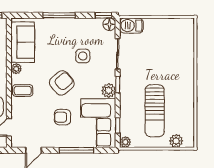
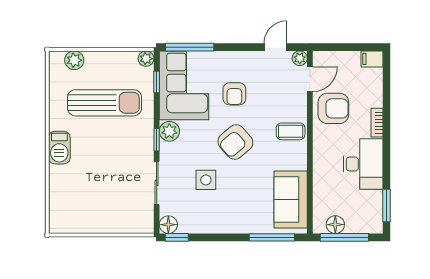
window: (59, 15) -> (272, 237), moved
barbecue: (131, 26) -> (59, 148), moved, turned 90
plant: (16, 69) -> (300, 58), moved
sun lounger: (155, 111) -> (105, 103), turned 90
armchair: (63, 117) -> (234, 94), turned 90
window: (76, 150) -> (190, 47), moved

